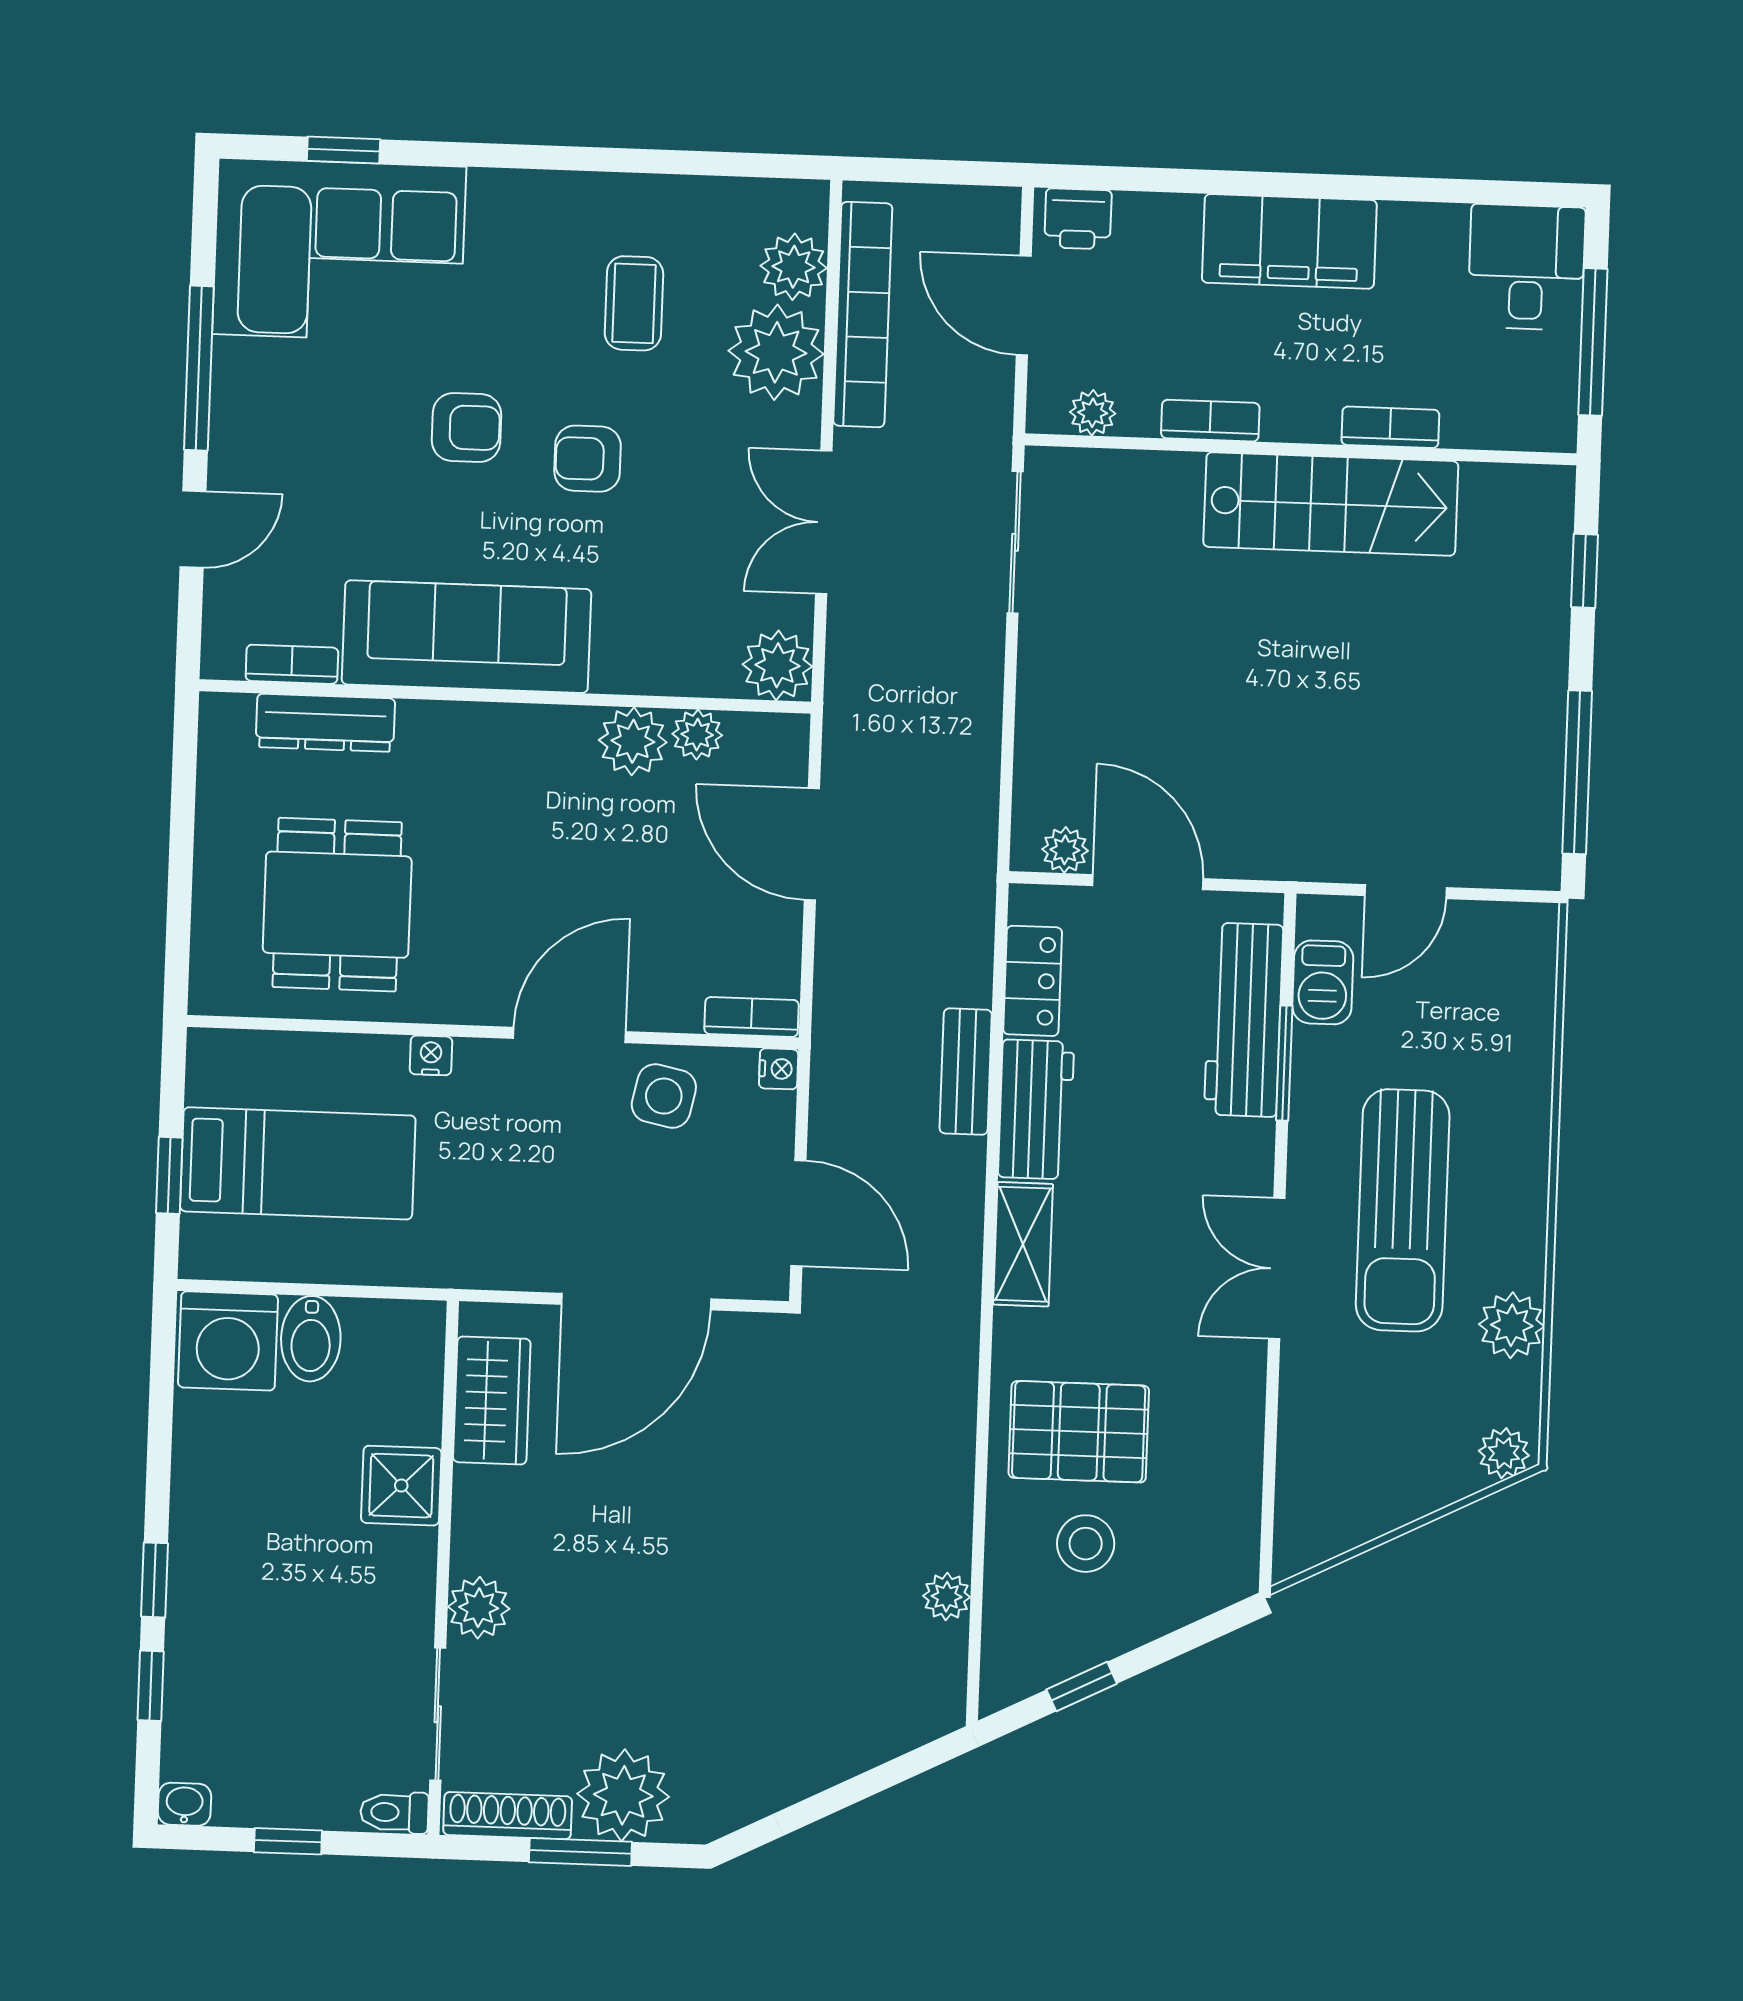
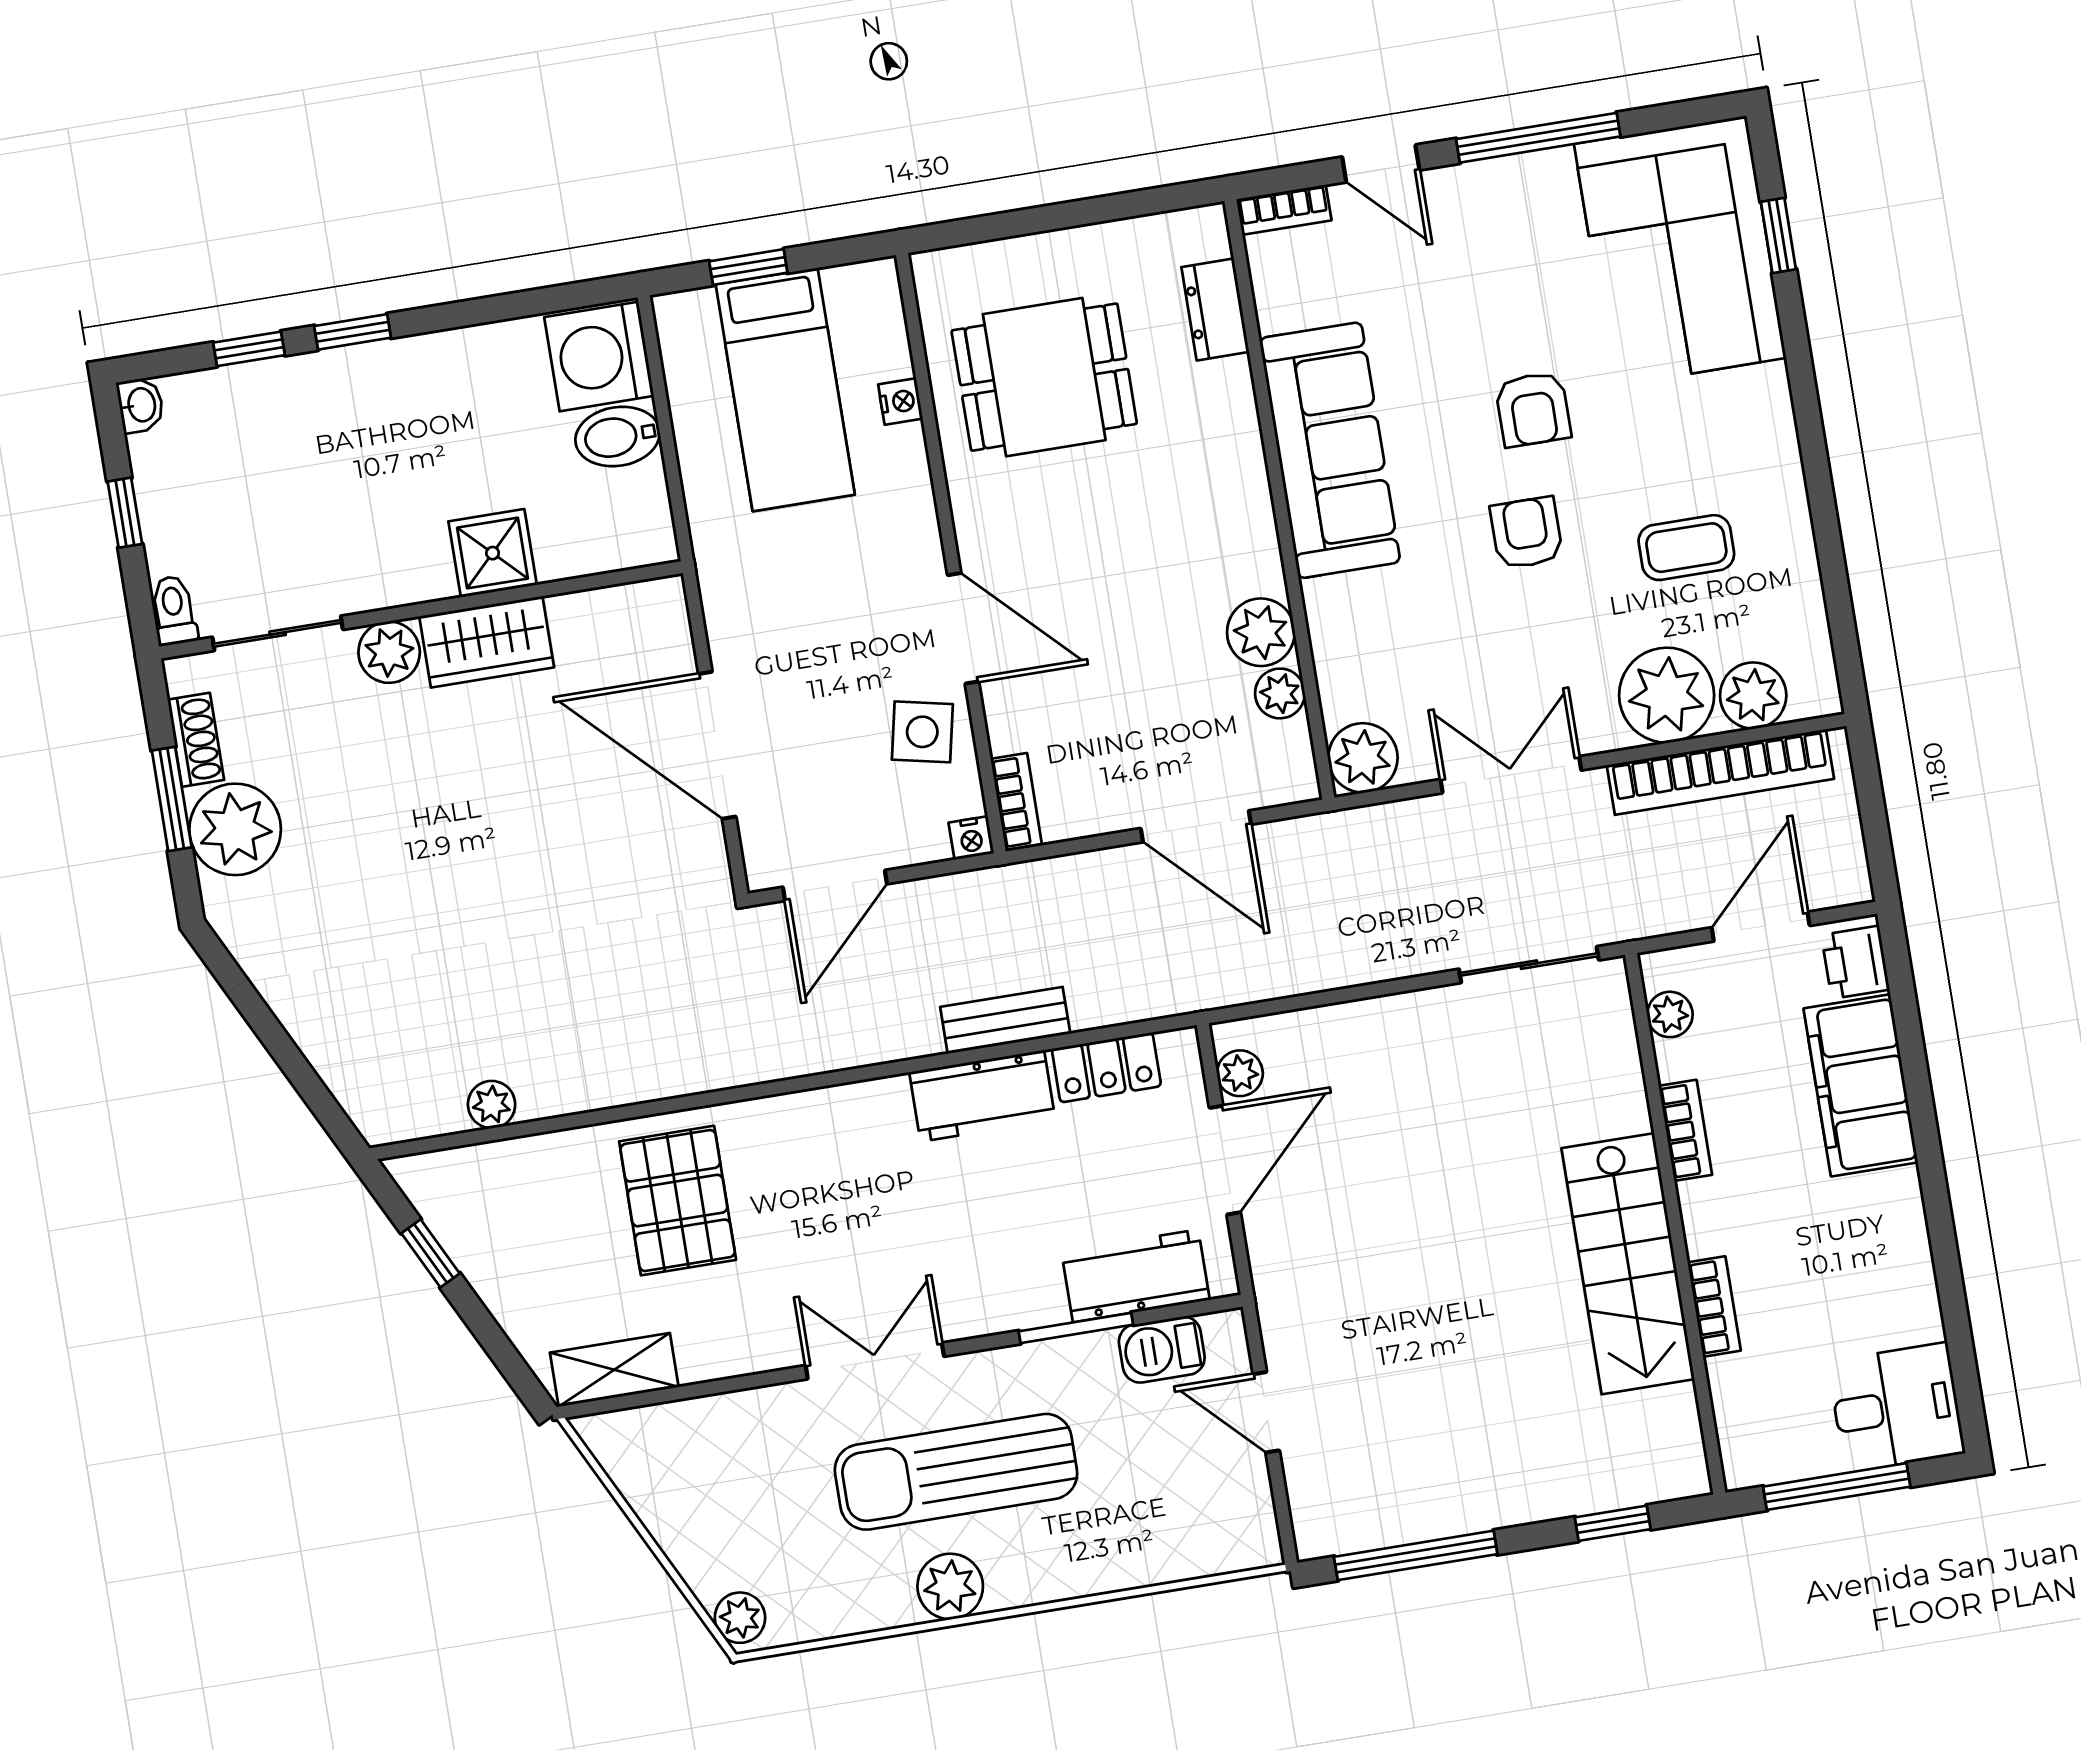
filing cabinet: (1289, 241) -> (1861, 1085), moved
bookcase: (292, 664) -> (1284, 210), moved, turned 90
dresser: (325, 723) -> (1215, 309), width x0.70
door: (812, 844) -> (1196, 826), swing flipped
workbench: (1244, 1020) -> (1136, 1276), width x0.73
nightstand: (431, 1055) -> (900, 402), moved
shelving: (1023, 1244) -> (614, 1370), moved
plant: (1512, 1325) -> (950, 1586), moved
wardrobe: (492, 1400) -> (487, 642), moved
stool: (1086, 1544) -> (570, 1229), removed
shoe rack: (508, 1816) -> (196, 740), width x0.70

